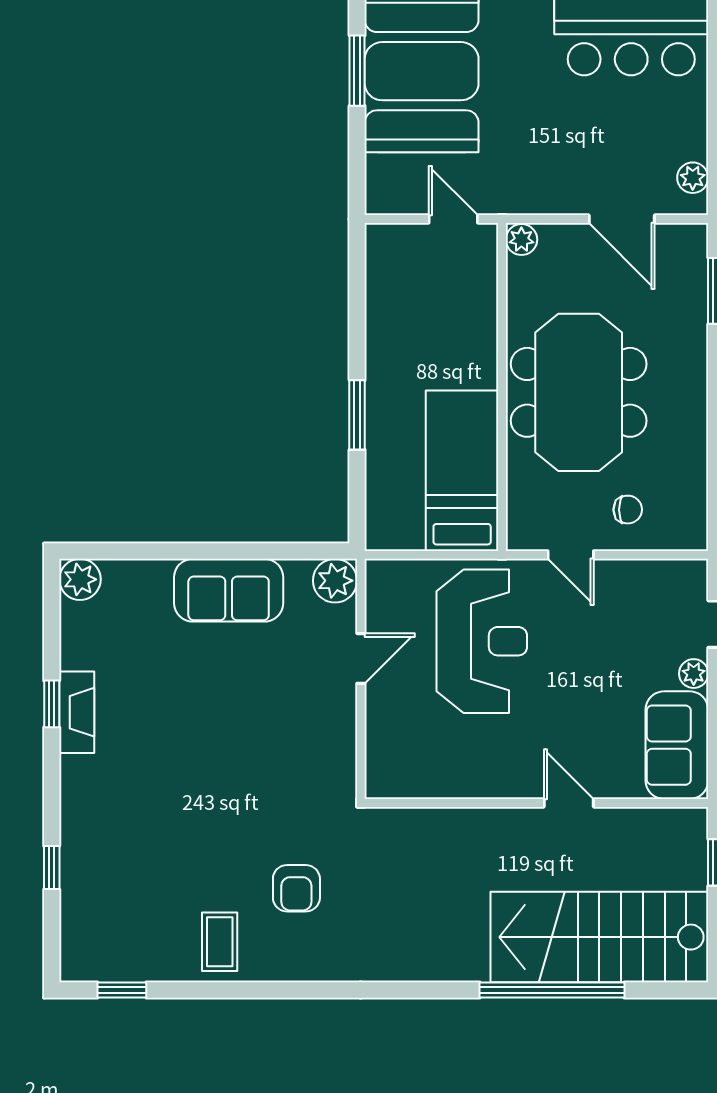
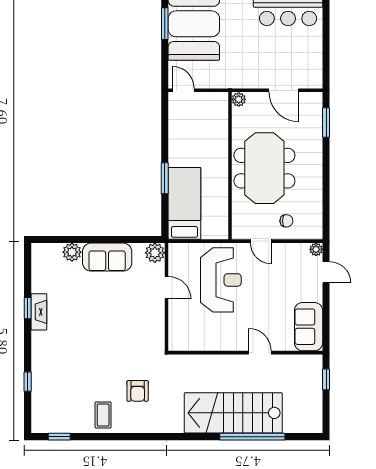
plant: (693, 178) -> (316, 72), removed
door: (453, 219) -> (183, 90), moved
bed: (462, 471) -> (184, 203), moved
plant: (80, 579) -> (72, 252), moved
door: (361, 658) -> (167, 288), hinge flipped
plant: (694, 674) -> (316, 249), moved
stairs: (599, 937) -> (233, 413), moved

